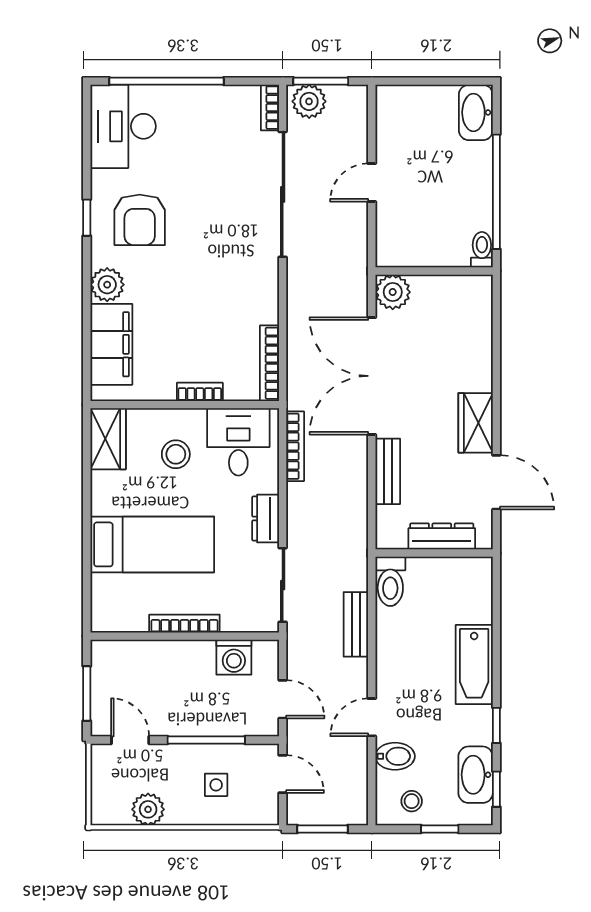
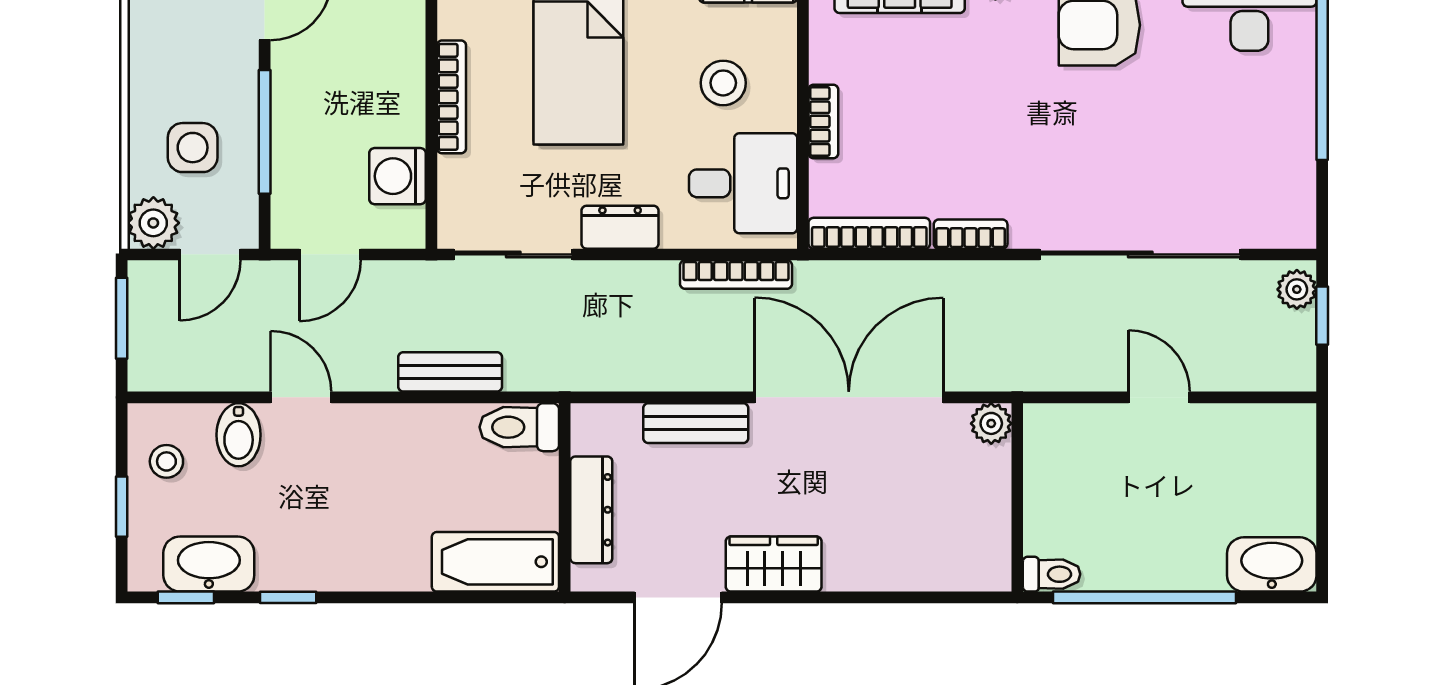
window: (321, 81) -> (1322, 316), width x0.67
plant: (309, 101) -> (1297, 289), width x0.73, depth x0.73
bookcase: (270, 108) -> (971, 234), moved
plant: (393, 292) -> (991, 423), width x0.73, depth x0.73
bathtub: (474, 665) -> (495, 562), moved
side table: (216, 785) -> (193, 148), width x1.37, depth x1.37
plant: (148, 809) -> (153, 223), moved

